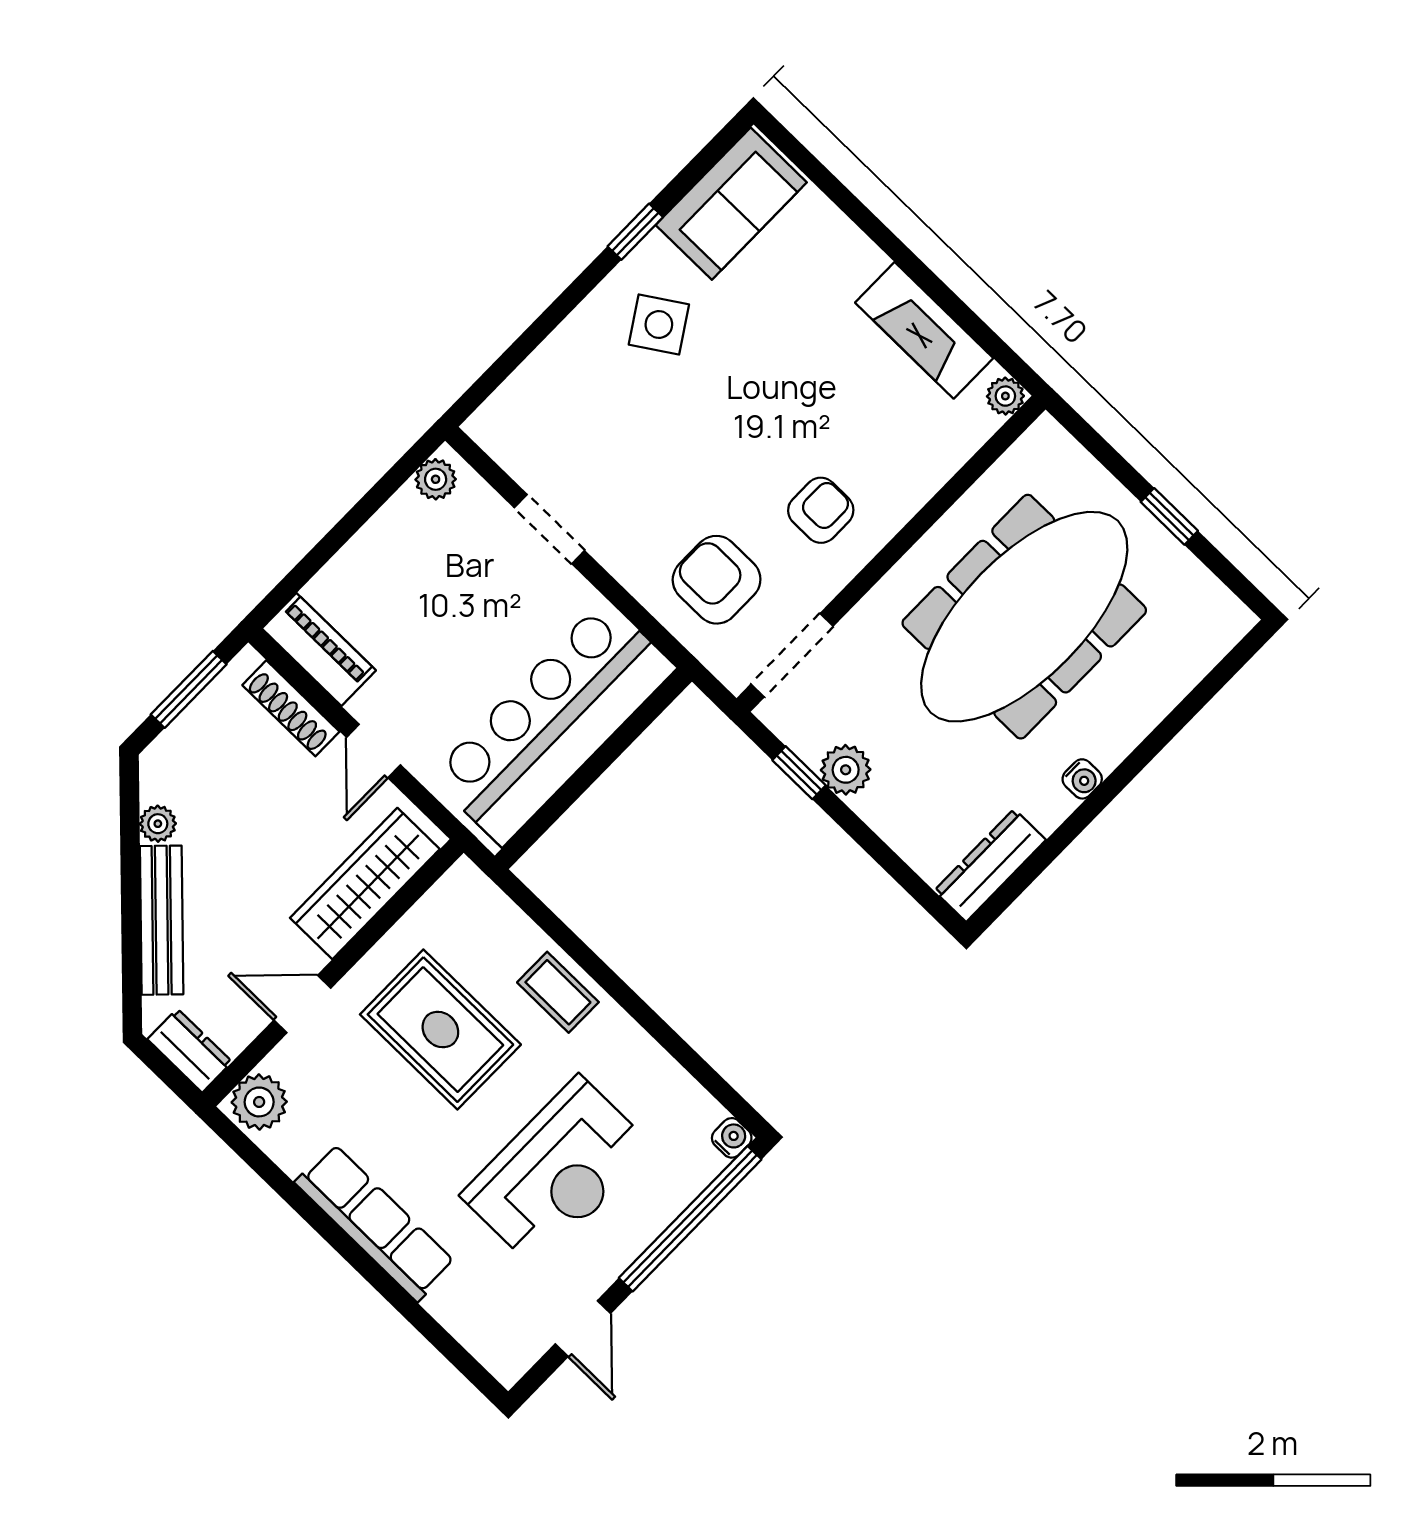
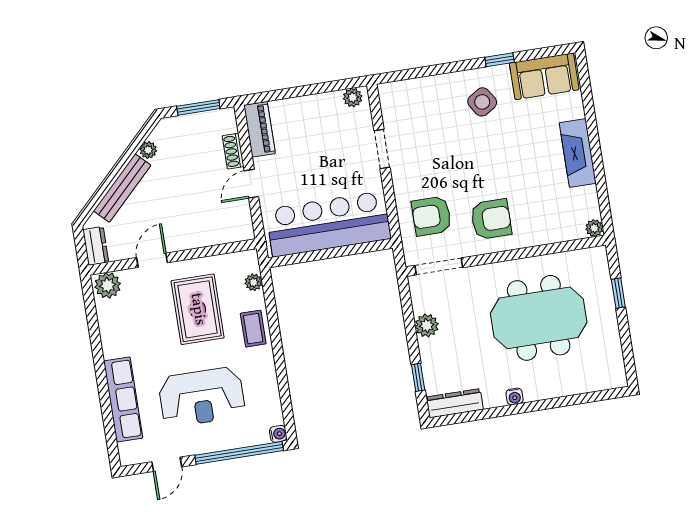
fireplace: (924, 330) -> (578, 153), moved
armchair: (821, 510) -> (491, 219), width x1.38, depth x1.38
window: (1169, 516) -> (618, 293), moved
armchair: (717, 580) -> (431, 216), turned -90
meeting table: (1024, 617) -> (539, 318), width x0.73
shoe rack: (291, 708) -> (233, 151), width x0.70
window: (799, 773) -> (418, 377), moved
wardrobe: (365, 884) -> (210, 232), removed
plant: (501, 914) -> (254, 282), added
door: (302, 1004) -> (152, 260), hinge flipped
row of seats: (375, 1223) -> (123, 399), moved

